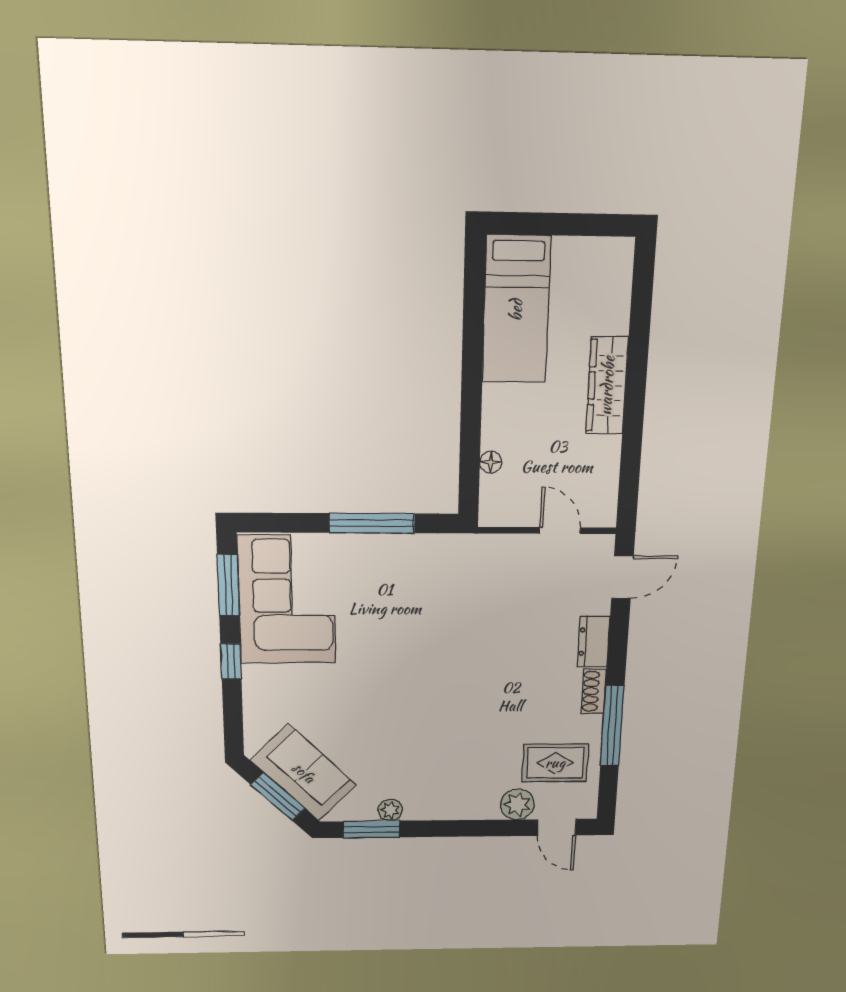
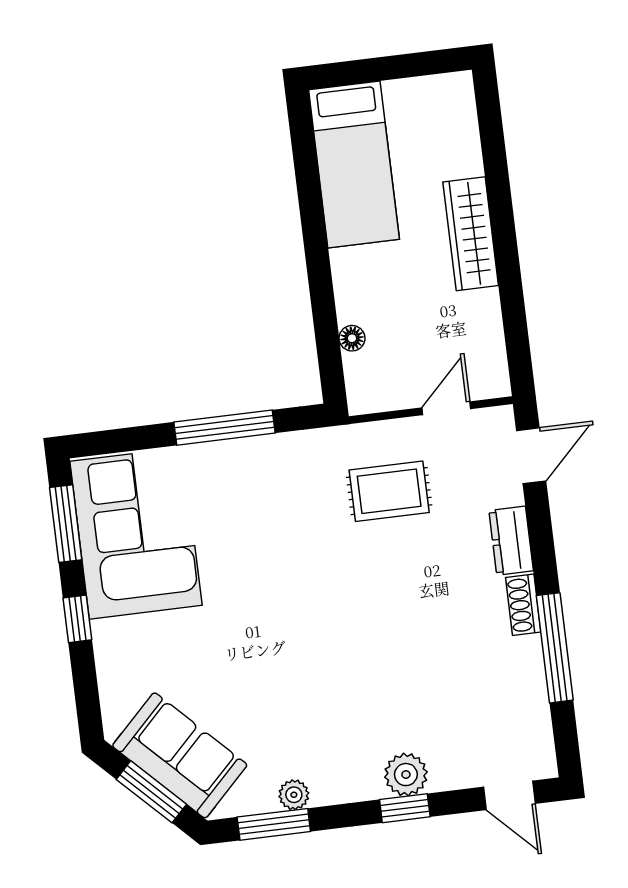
door: (560, 530) -> (446, 408), hinge flipped
rug: (555, 763) -> (389, 491), moved
plant: (517, 804) -> (406, 775), moved
window: (475, 828) -> (405, 808), added

